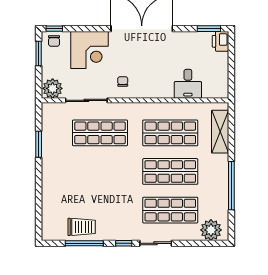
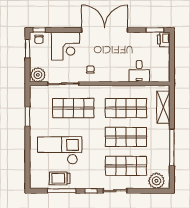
checkout: (82, 189) -> (60, 150), added
trolley: (82, 227) -> (60, 178), turned 180

